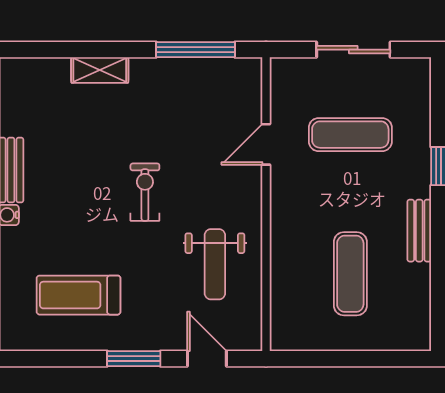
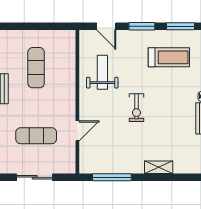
window: (55, 359) -> (180, 26), added

